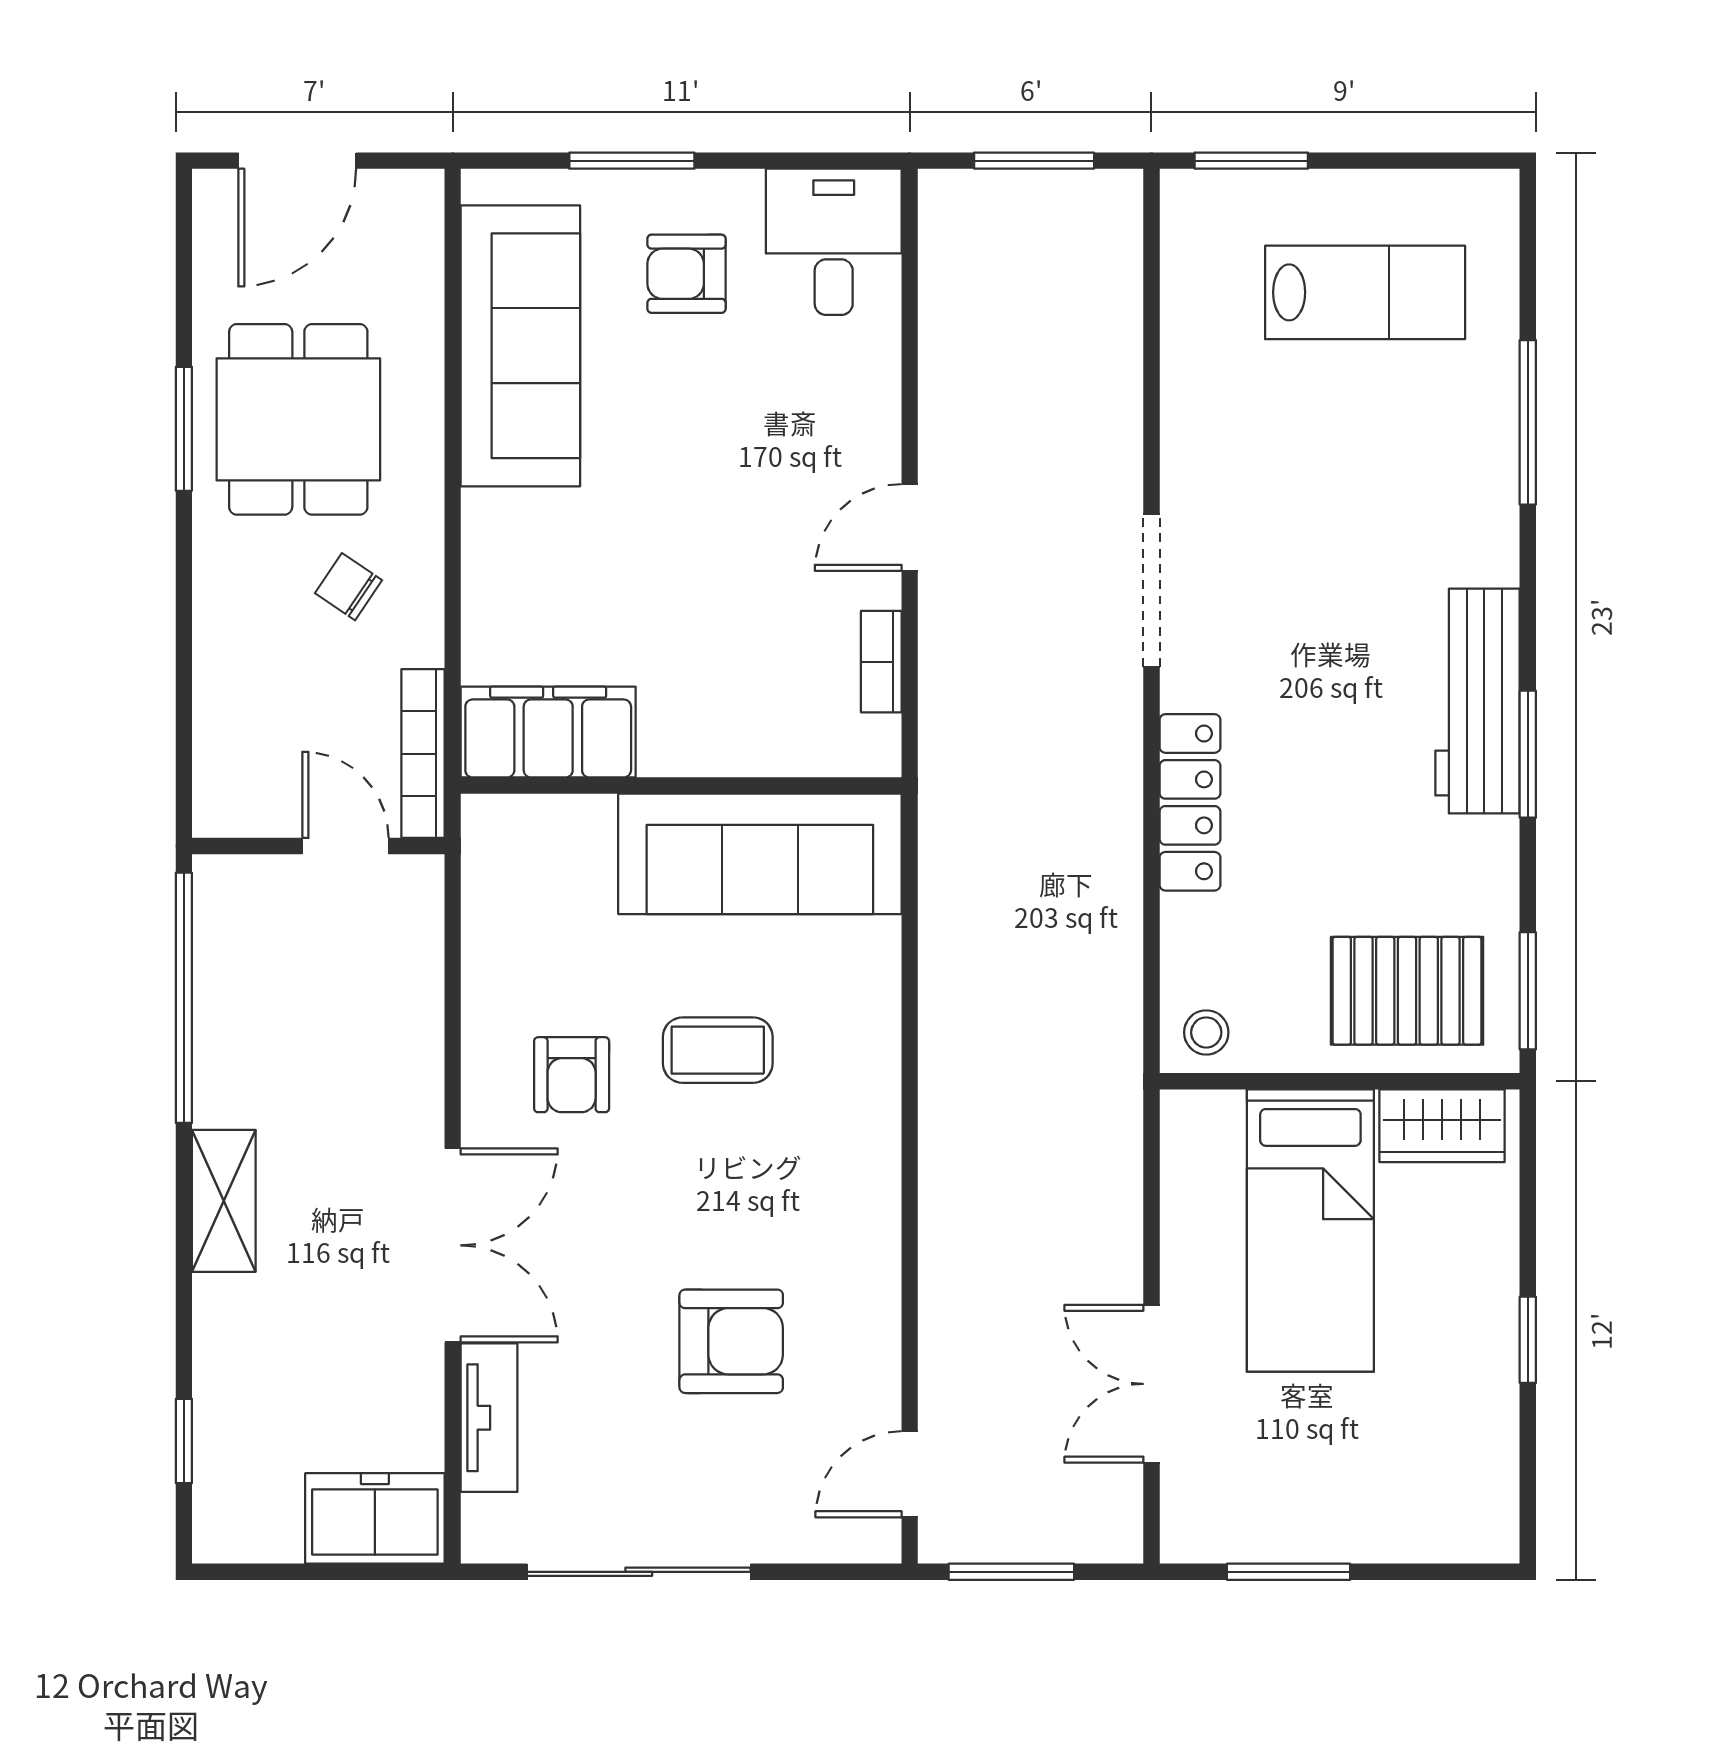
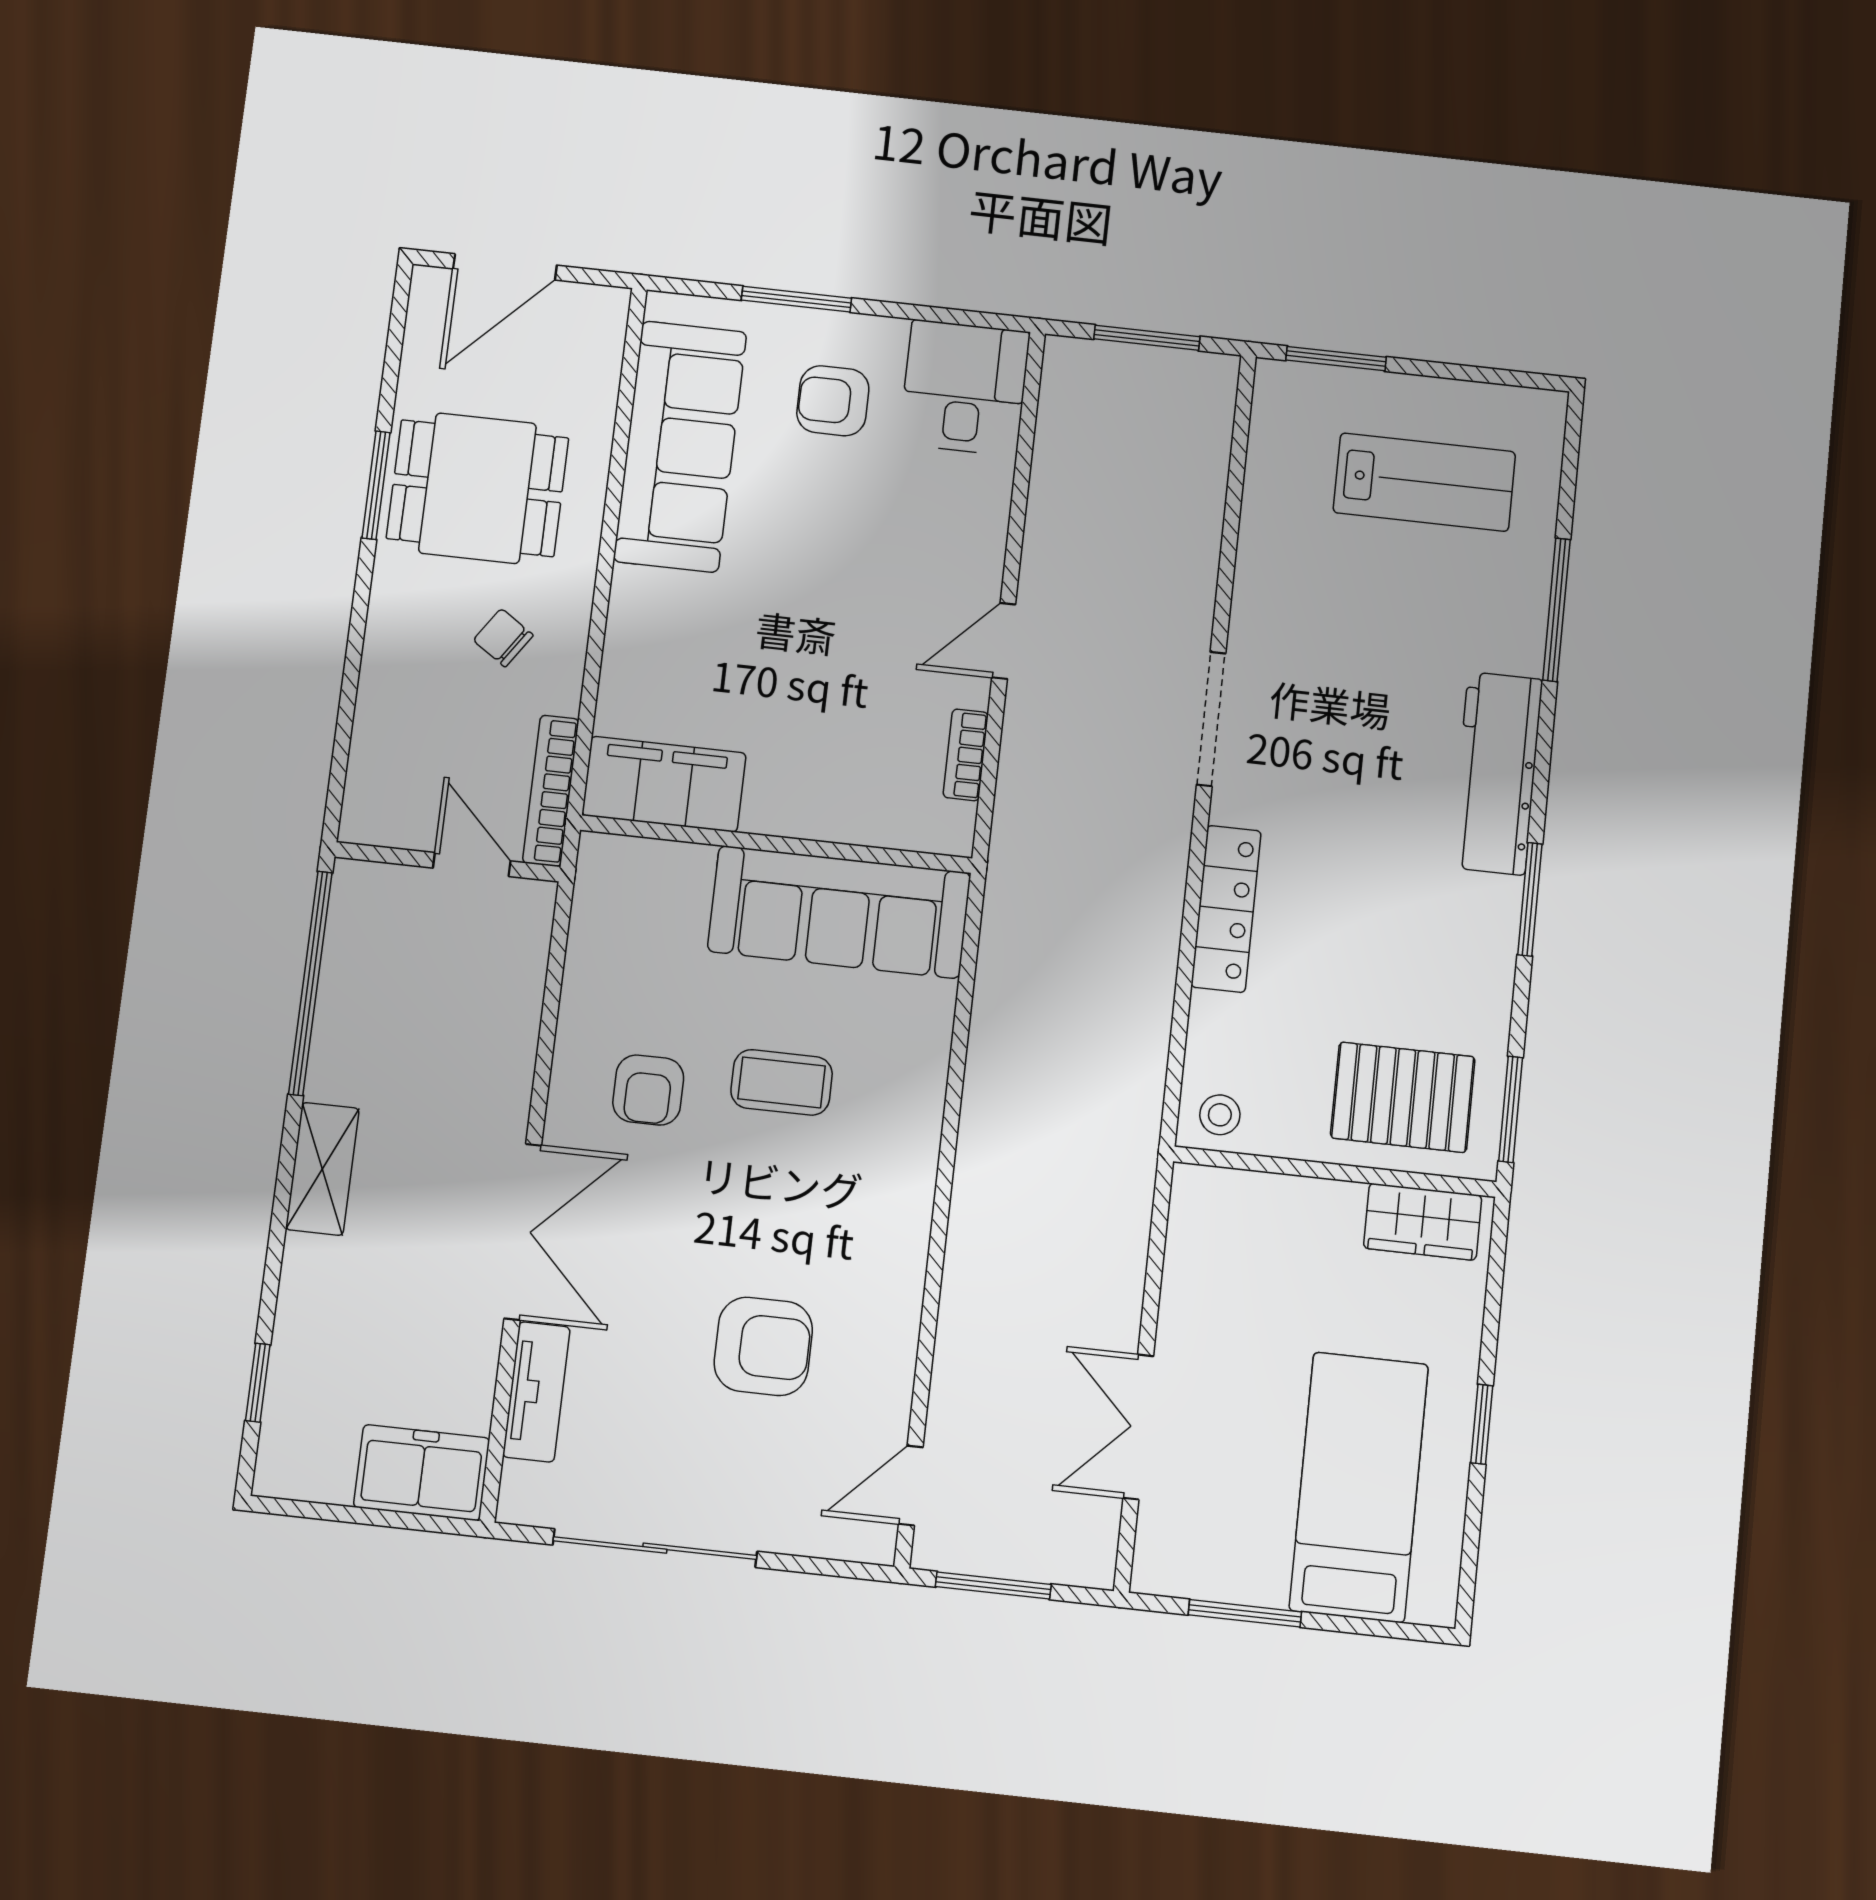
dining table: (298, 419) -> (478, 488), turned 90
workbench: (1478, 701) -> (1497, 773), moved
bed: (1310, 1231) -> (1359, 1487), moved, turned 180

